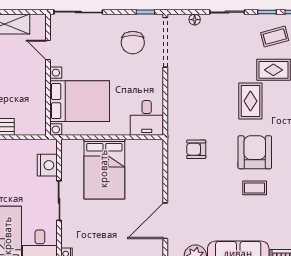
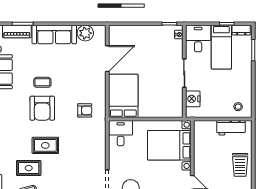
rug: (250, 101) -> (45, 145), turned 90
bed: (104, 169) -> (123, 96), moved

